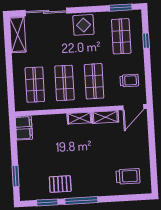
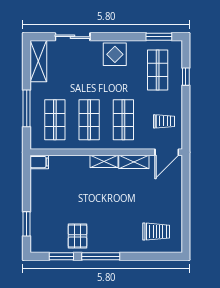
sliding door: (46, 12) -> (73, 37), width x0.73
window: (10, 76) -> (27, 108), added
filing cabinet: (24, 128) -> (39, 162), width x0.50
pallet: (60, 184) -> (77, 236), turned 90

